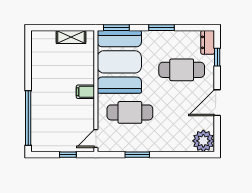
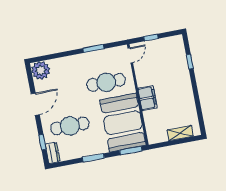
shelving: (71, 37) -> (180, 133), moved
filing cabinet: (85, 92) -> (147, 98), width x2.00
window: (28, 118) -> (190, 62), width x0.32

